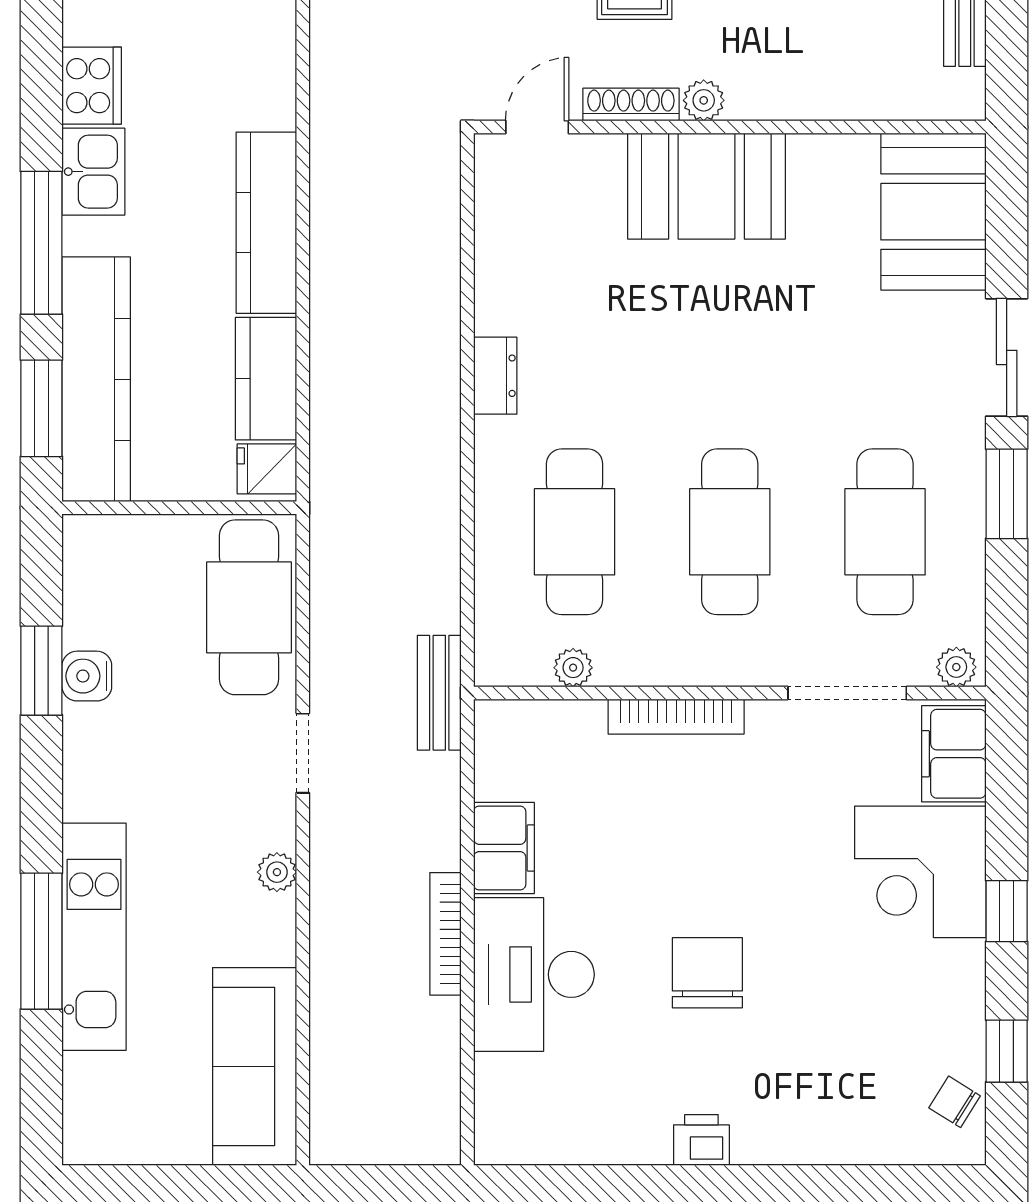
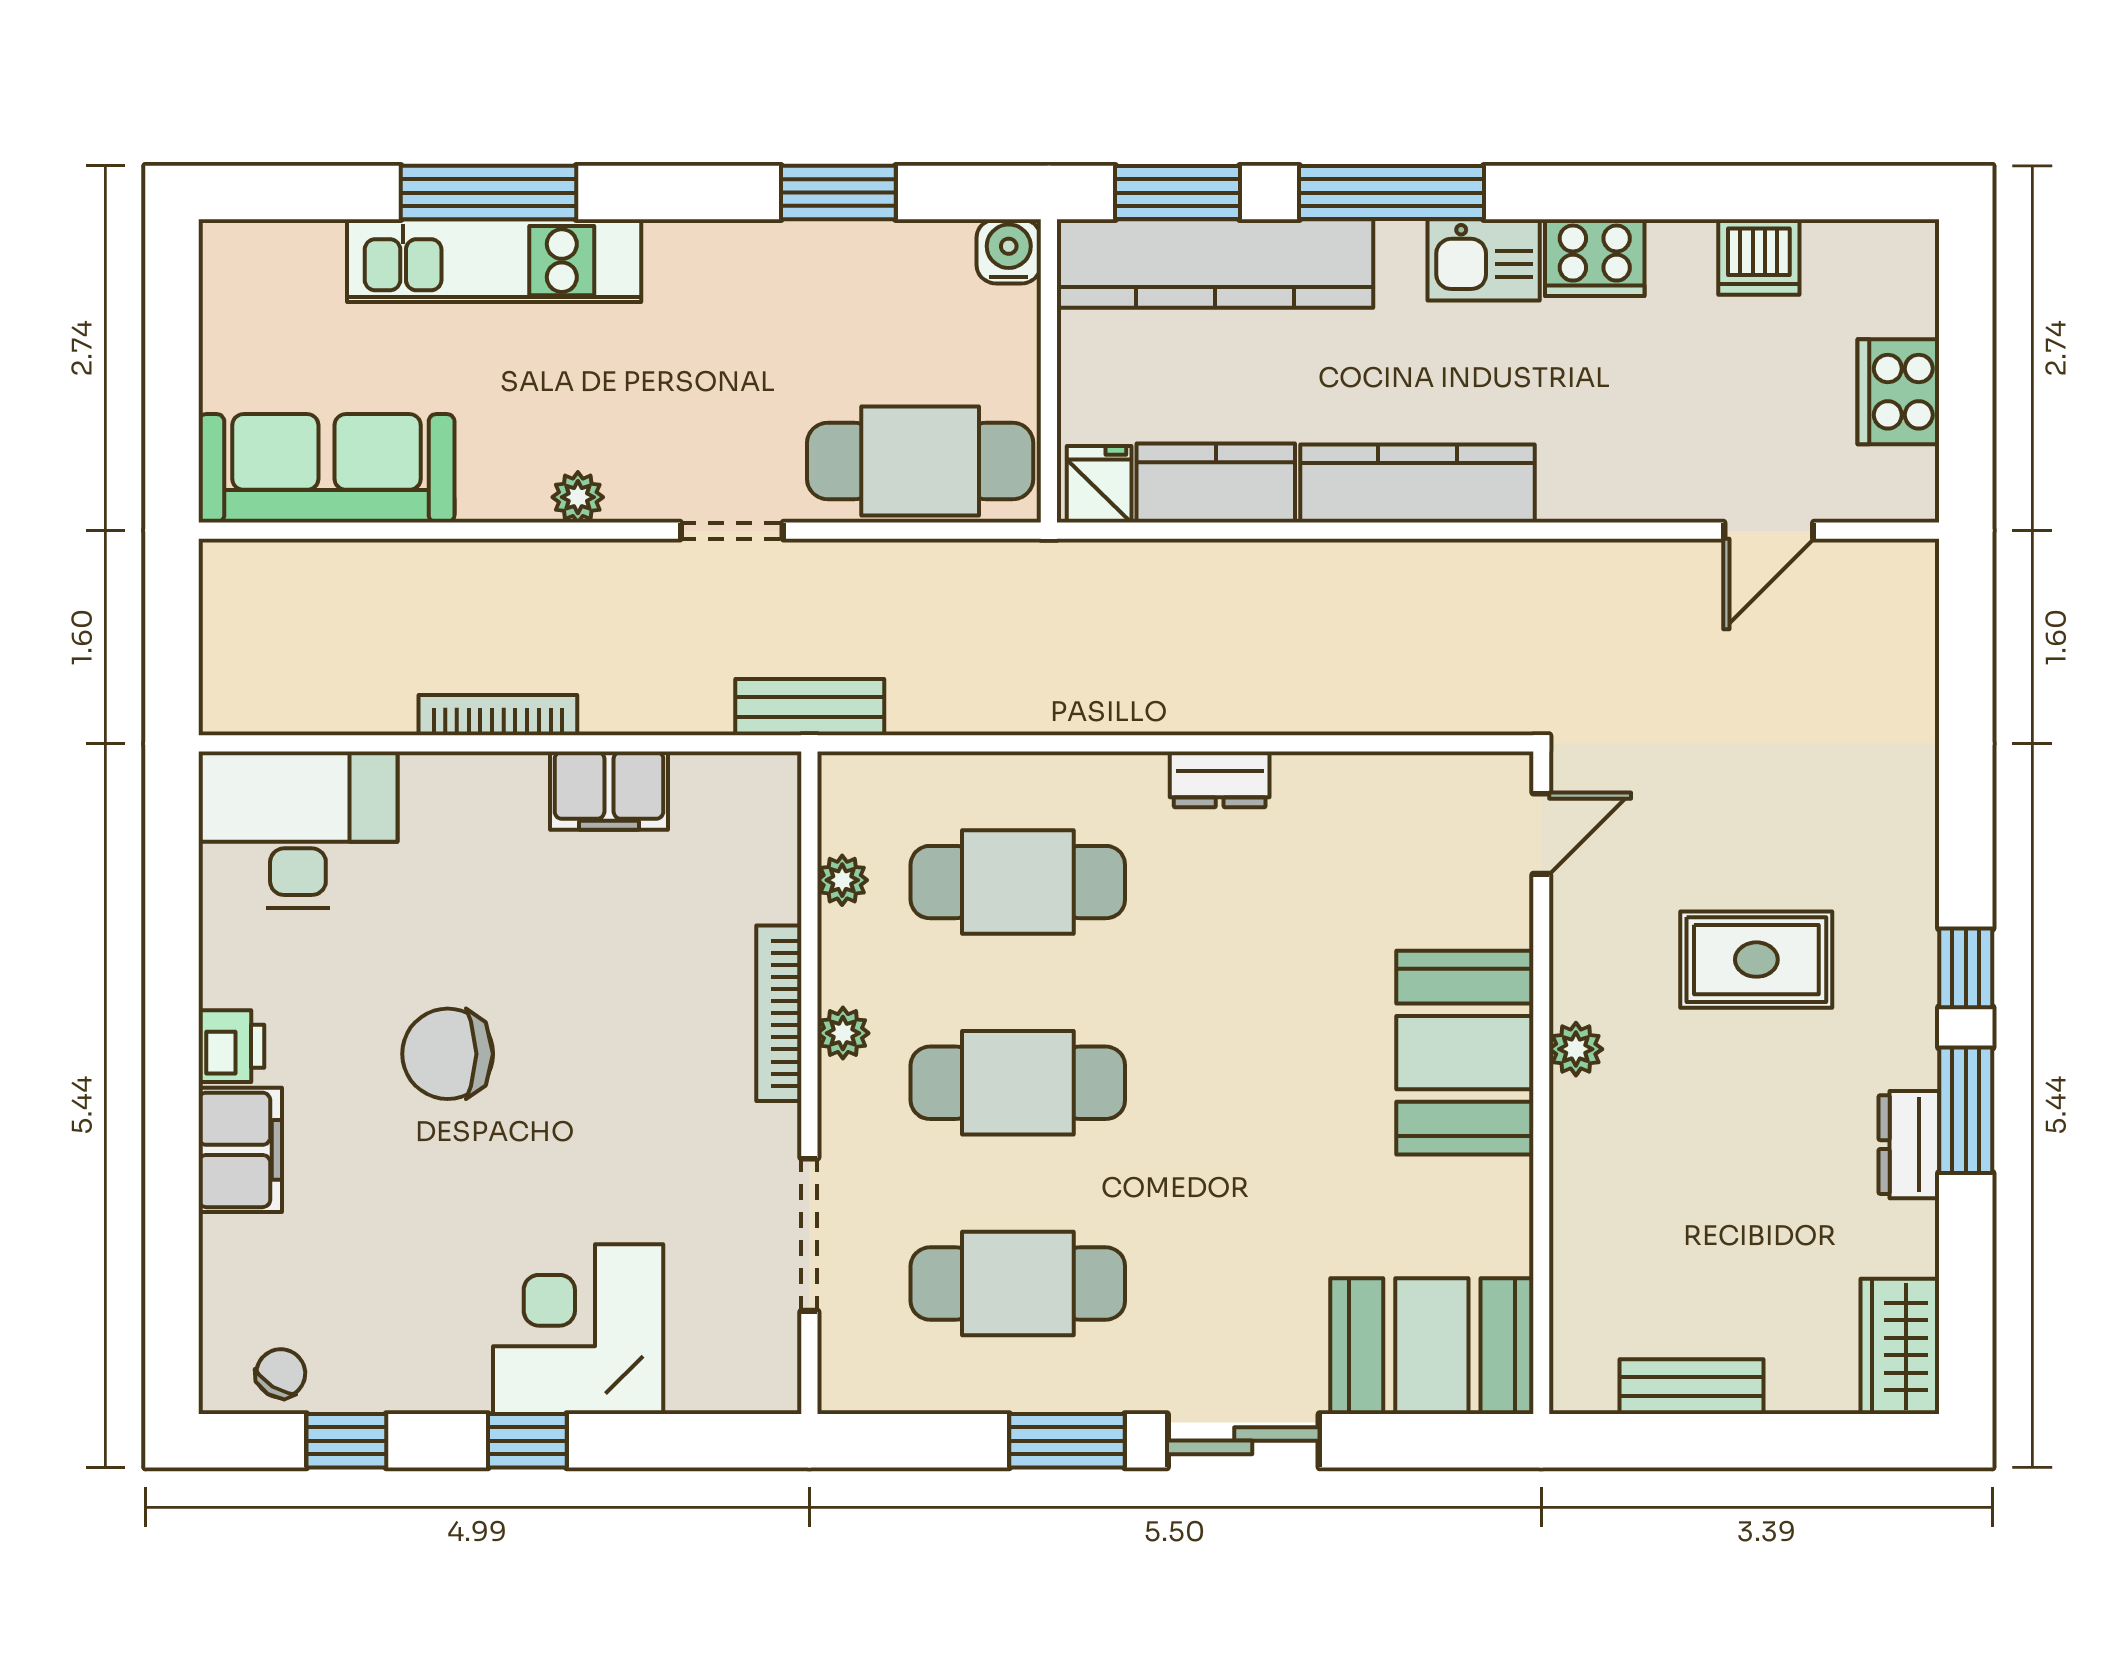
shoe rack: (631, 105) -> (1570, 955), removed
door: (537, 127) -> (1541, 834), hinge flipped
plant: (956, 667) -> (843, 1033), moved
water cooler: (87, 676) -> (1009, 251), moved
filing cabinet: (954, 754) -> (240, 1150), moved, turned 90
chair: (707, 973) -> (448, 1054), turned 180
desk: (534, 974) -> (298, 829), moved

